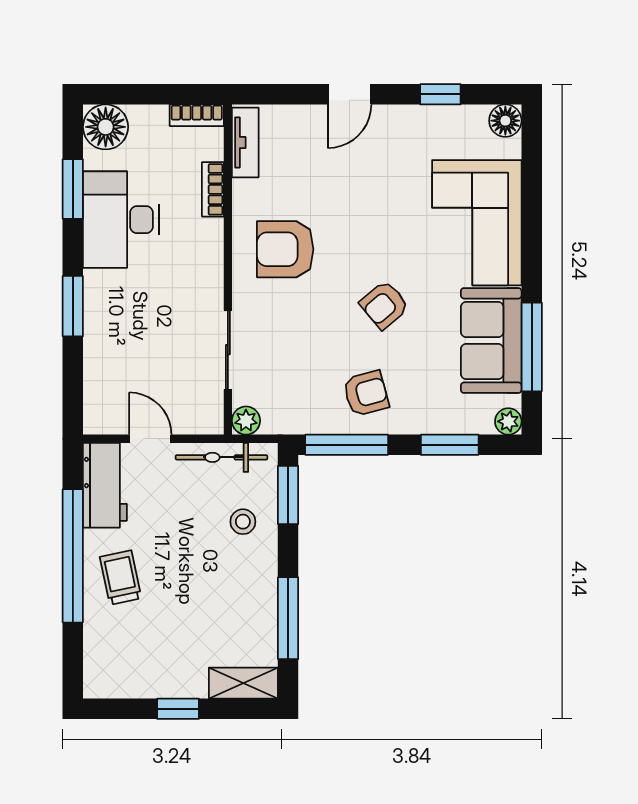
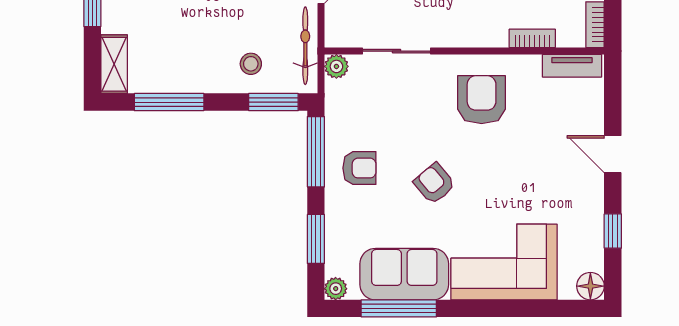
armchair: (366, 393) -> (359, 168), turned -75

